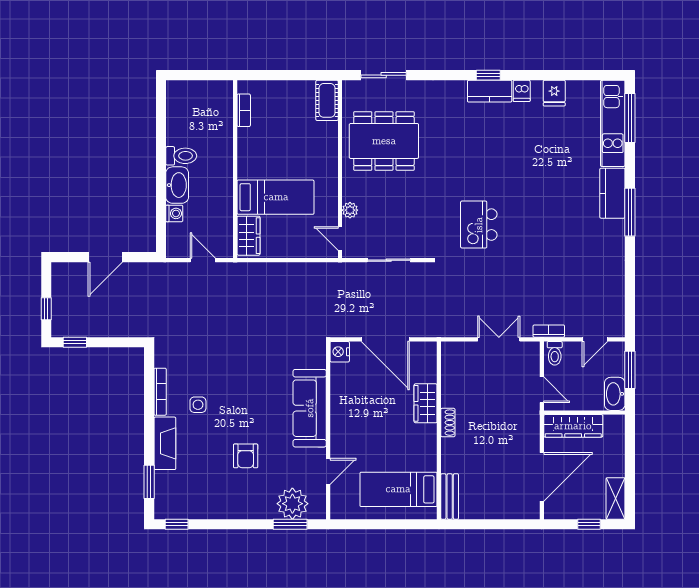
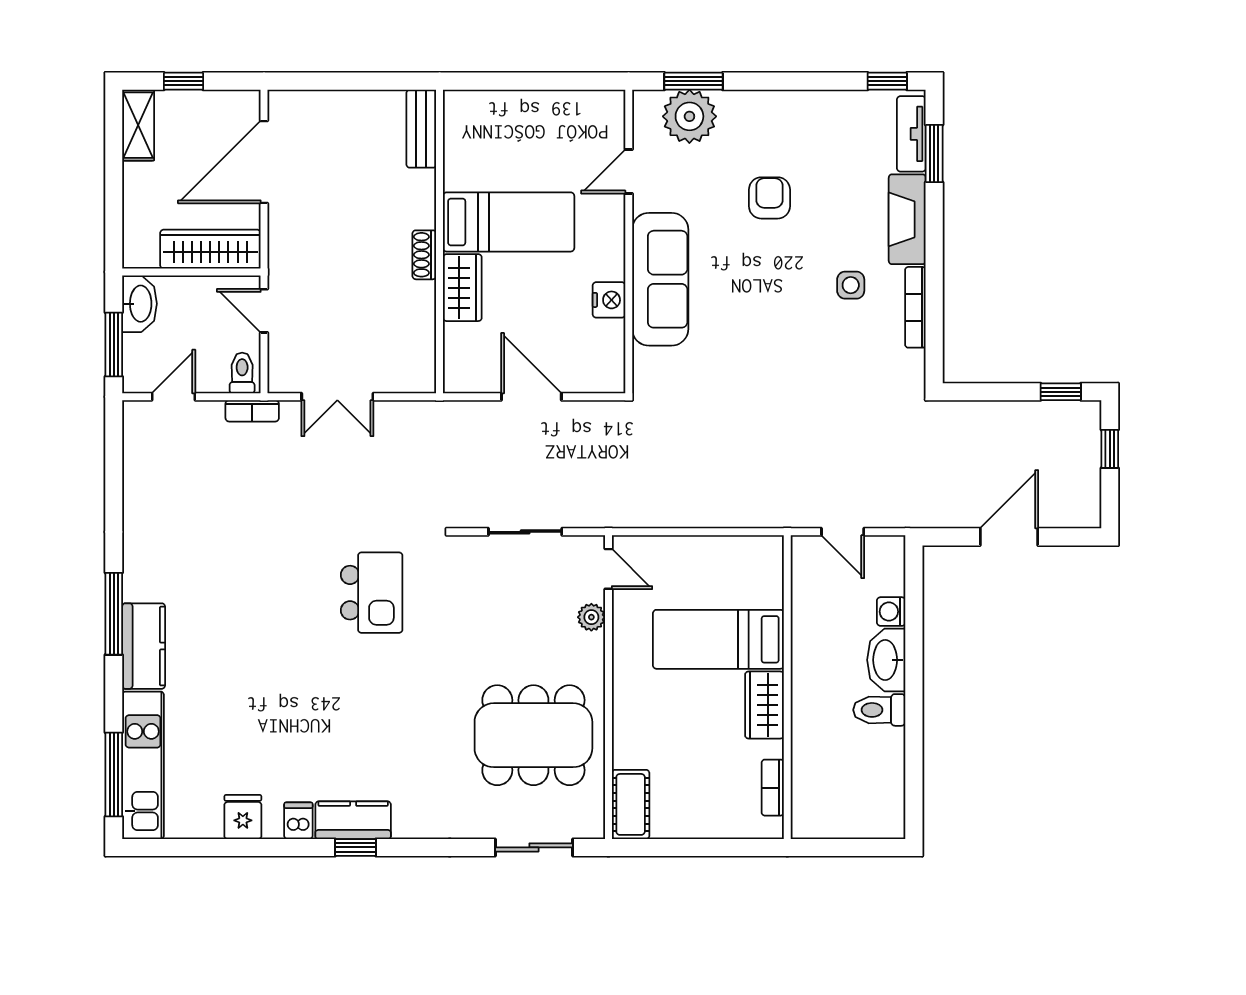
wardrobe: (249, 236) -> (764, 705), moved
door: (385, 339) -> (531, 397), width x0.73
nightstand: (340, 352) -> (609, 300), moved
bed: (398, 489) -> (509, 222), moved
tv unit: (162, 493) -> (911, 134), added

